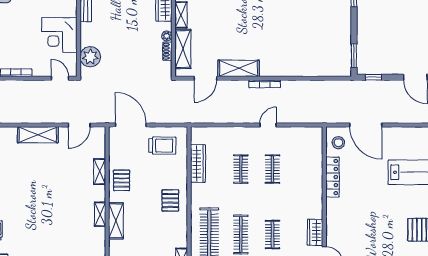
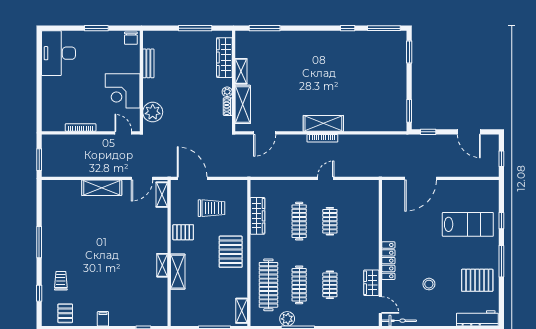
shelving: (239, 68) -> (323, 123), moved
door: (366, 125) -> (421, 178), hinge flipped
stool: (338, 143) -> (429, 284), moved
trolley: (162, 146) -> (211, 208), moved
clothes rail: (241, 169) -> (299, 221), width x1.36
shelving: (100, 172) -> (162, 195), moved
locker: (333, 177) -> (388, 261), moved
pallet: (122, 180) -> (183, 232), turned 90
pallet: (170, 200) -> (231, 252), width x1.50, depth x1.42

